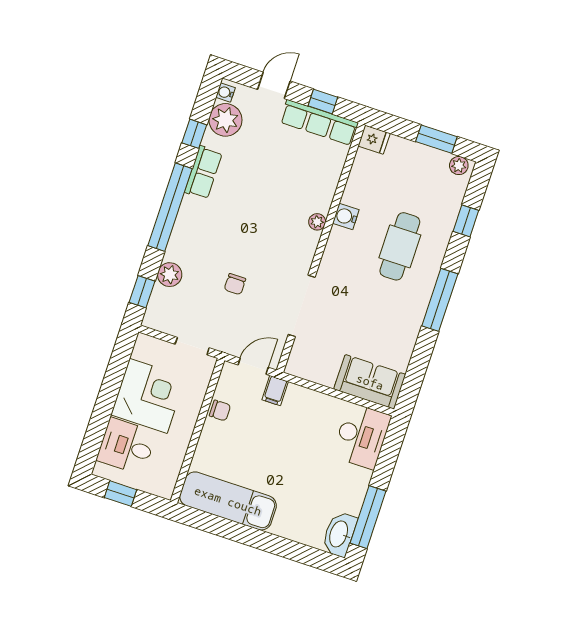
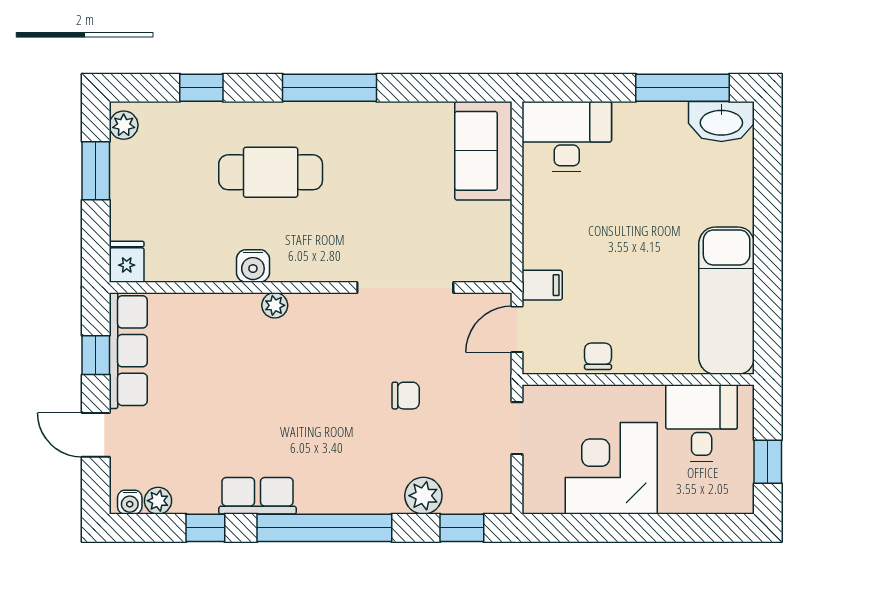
plant: (225, 120) -> (158, 501), width x0.53, depth x0.53
door: (253, 366) -> (517, 329), hinge flipped
desk: (127, 446) -> (702, 423), moved, turned 180

